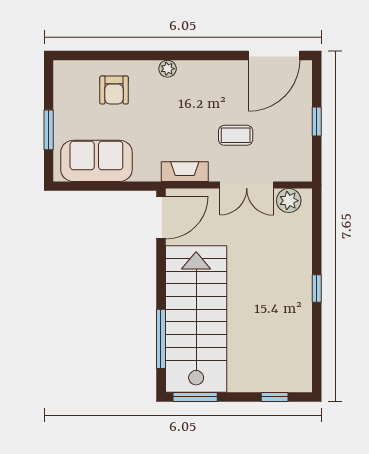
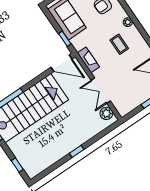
coffee table: (236, 135) -> (119, 44), moved
window: (126, 186) -> (65, 39), added

